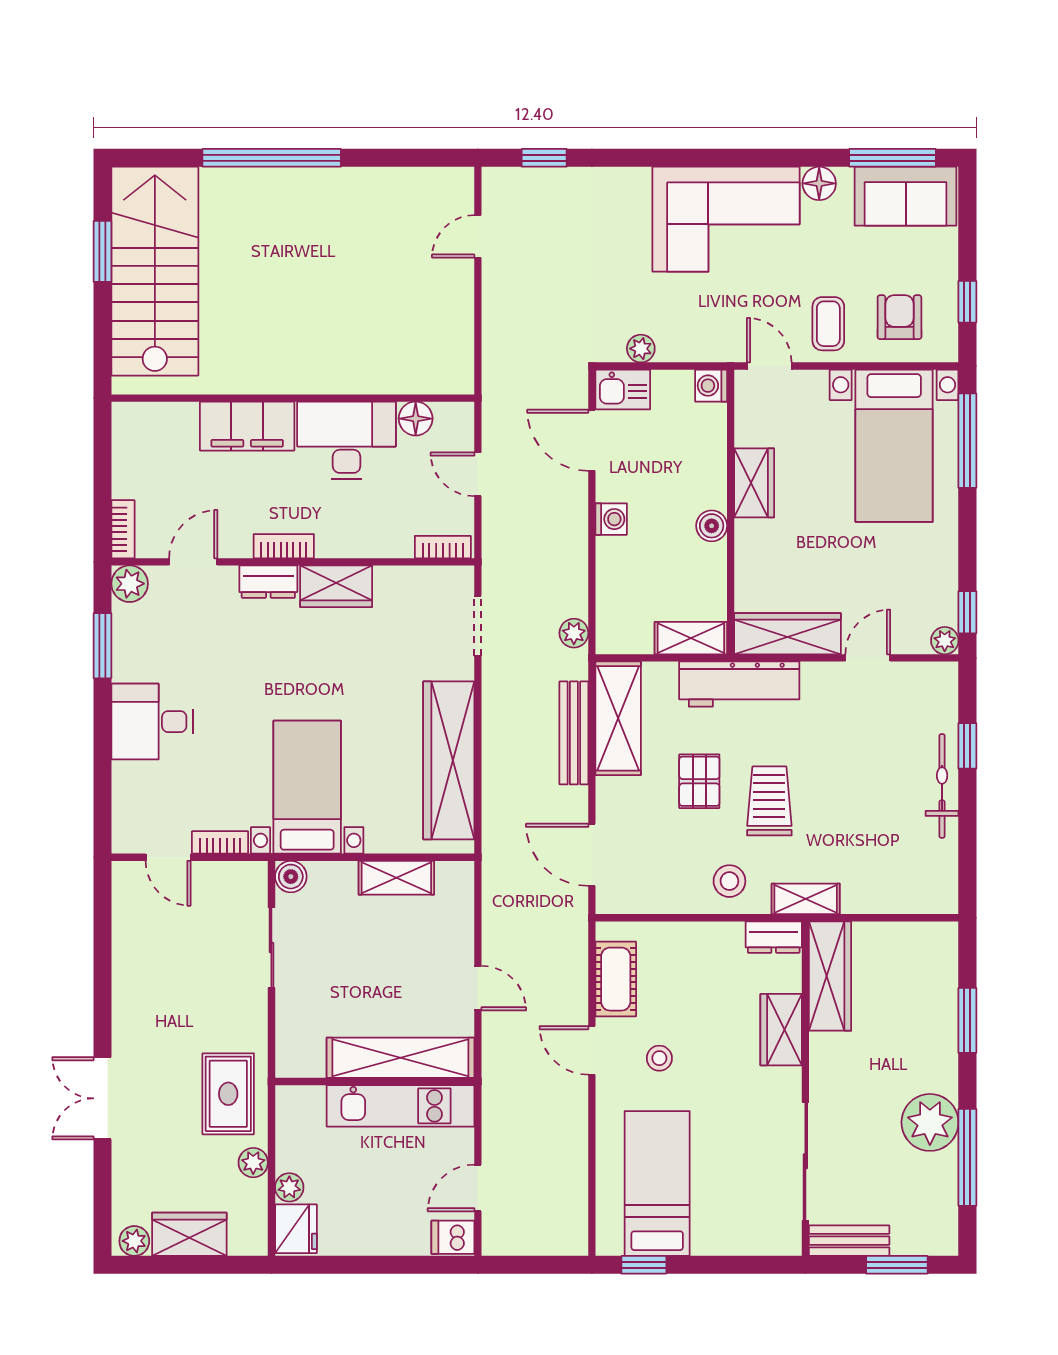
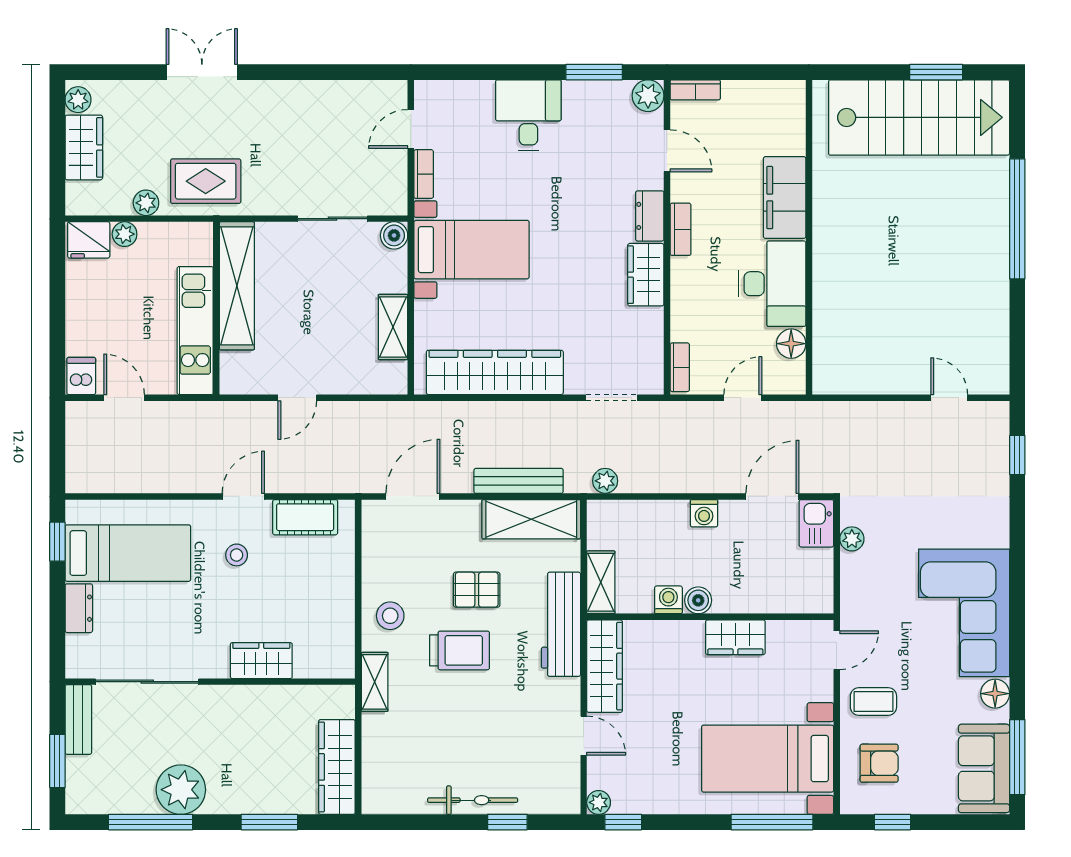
washing machine: (711, 386) -> (668, 600), moved
dresser: (774, 937) -> (79, 608), moved, turned 180
wardrobe: (830, 976) -> (337, 767), moved, turned 90
shelving: (400, 1058) -> (237, 286), moved

